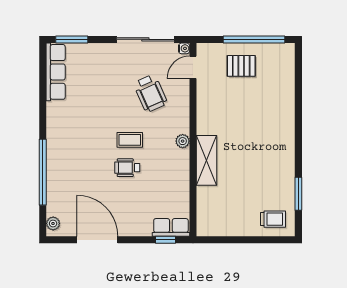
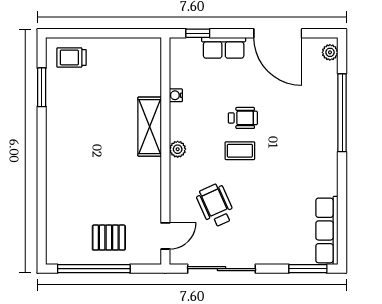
water cooler: (184, 48) -> (176, 95), moved
row of seats: (171, 227) -> (224, 48), moved

